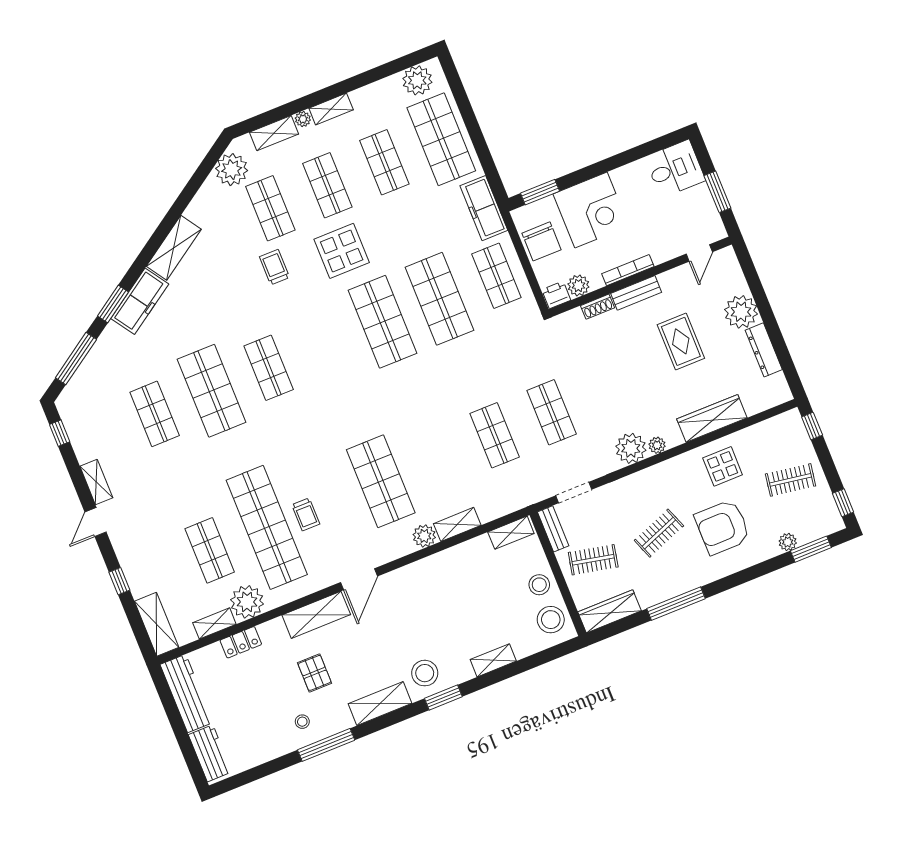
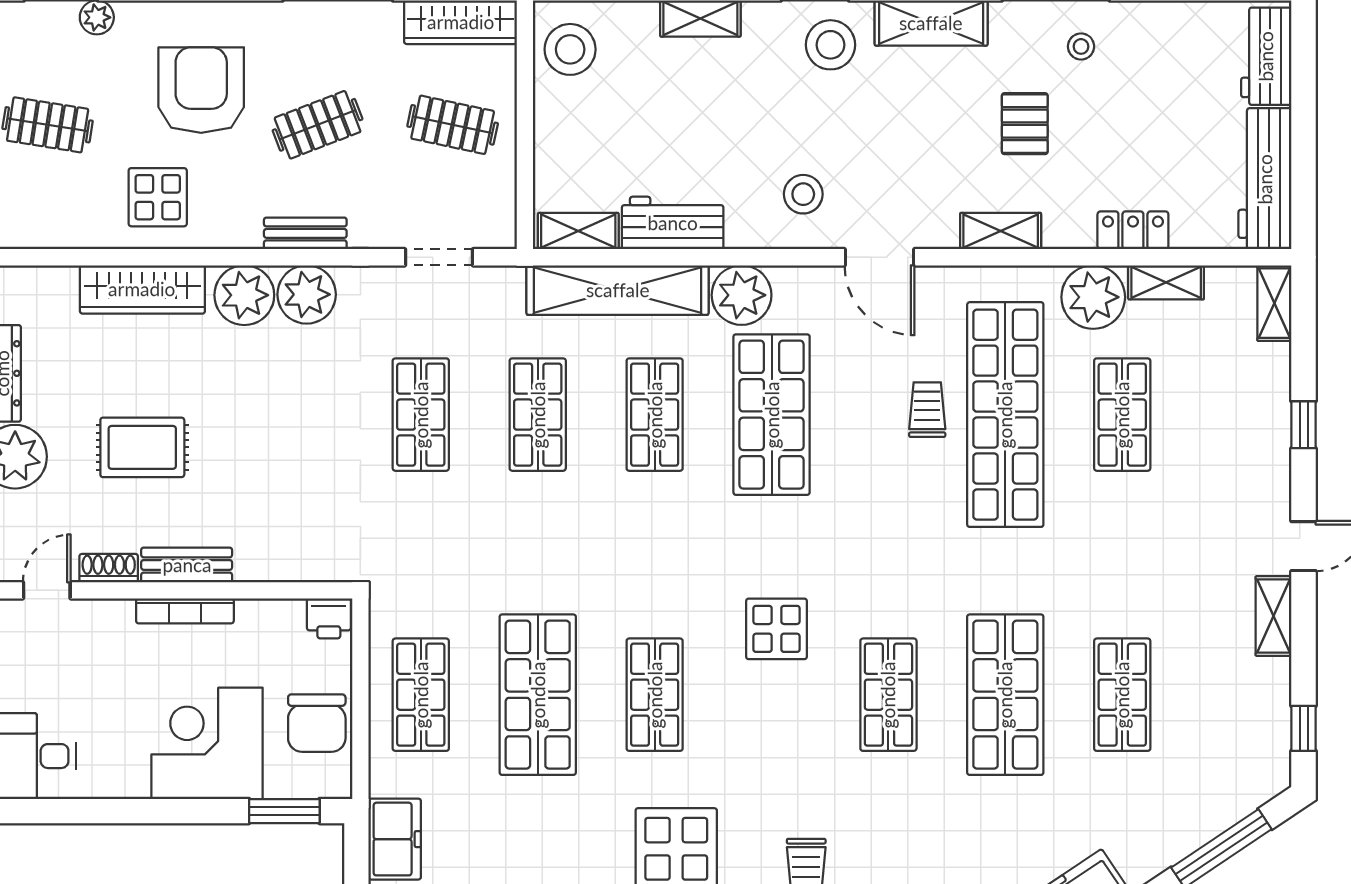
freezer: (484, 208) -> (395, 839), width x0.71
chair: (542, 241) -> (317, 723), turned 180
plant: (578, 286) -> (283, 619), removed
shoe rack: (597, 307) -> (109, 568), moved
shop shelf: (382, 322) -> (655, 695), width x0.70, depth x0.74
rug: (681, 341) -> (142, 447), turned 90
display table: (336, 378) -> (777, 629), added
plant: (657, 445) -> (244, 295), width x1.88, depth x1.88
shop shelf: (438, 458) -> (655, 415), added
shelving: (457, 524) -> (618, 290), width x2.20, depth x1.33
armchair: (722, 527) -> (201, 90), turned -90
bench: (553, 529) -> (305, 233), moved, turned 90
plant: (424, 536) -> (742, 295), width x1.36, depth x1.36
workbench: (467, 555) -> (673, 223), added
door: (359, 579) -> (880, 257), swing flipped
stool: (539, 585) -> (803, 194), moved
shelving: (316, 615) -> (1001, 231), width x0.67, depth x0.75
shelving: (157, 624) -> (1274, 303), width x0.67, depth x0.75

